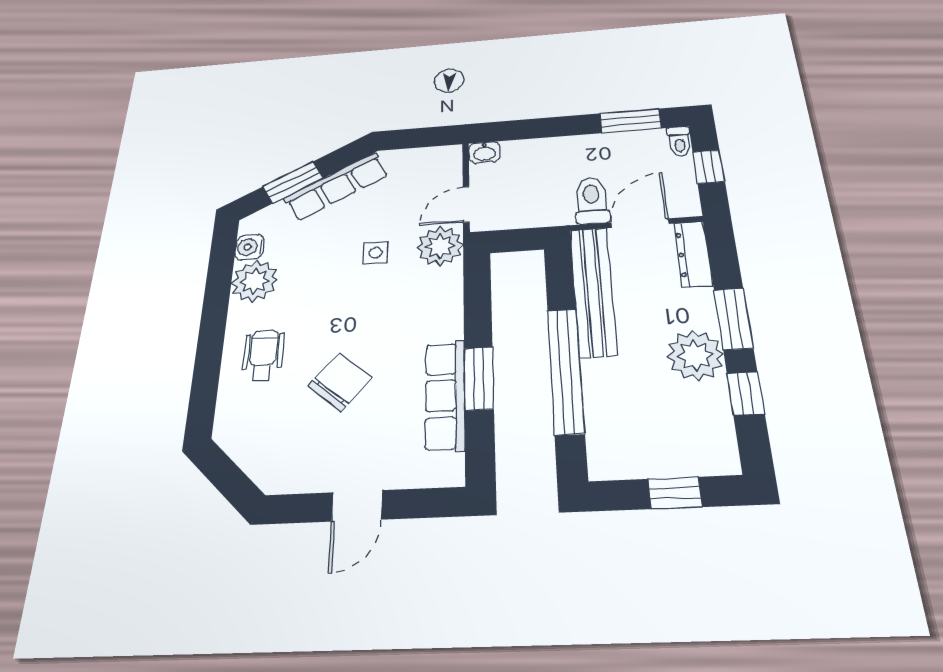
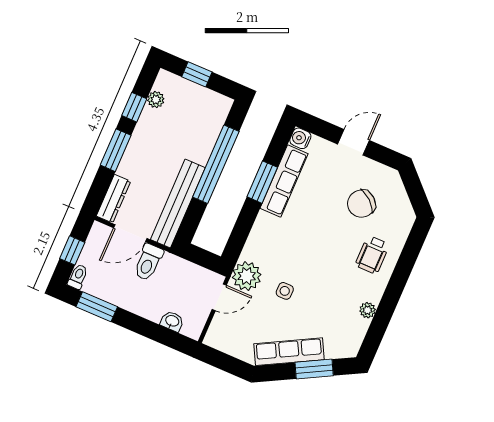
washbasin: (484, 152) -> (172, 321), moved
water cooler: (250, 247) -> (300, 138), moved, turned 180
plant: (255, 281) -> (368, 310), width x0.53, depth x0.53
plant: (695, 355) -> (156, 100), moved, width x0.53, depth x0.53
chair: (340, 382) -> (361, 204), moved

